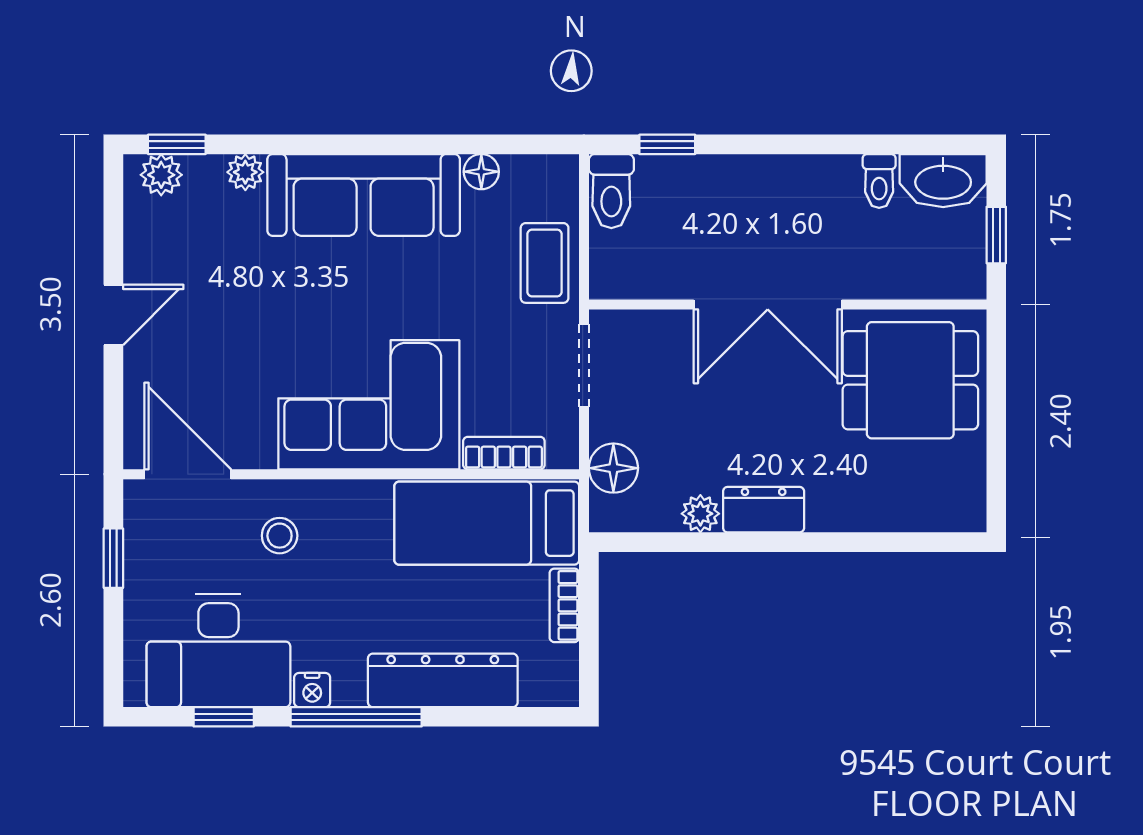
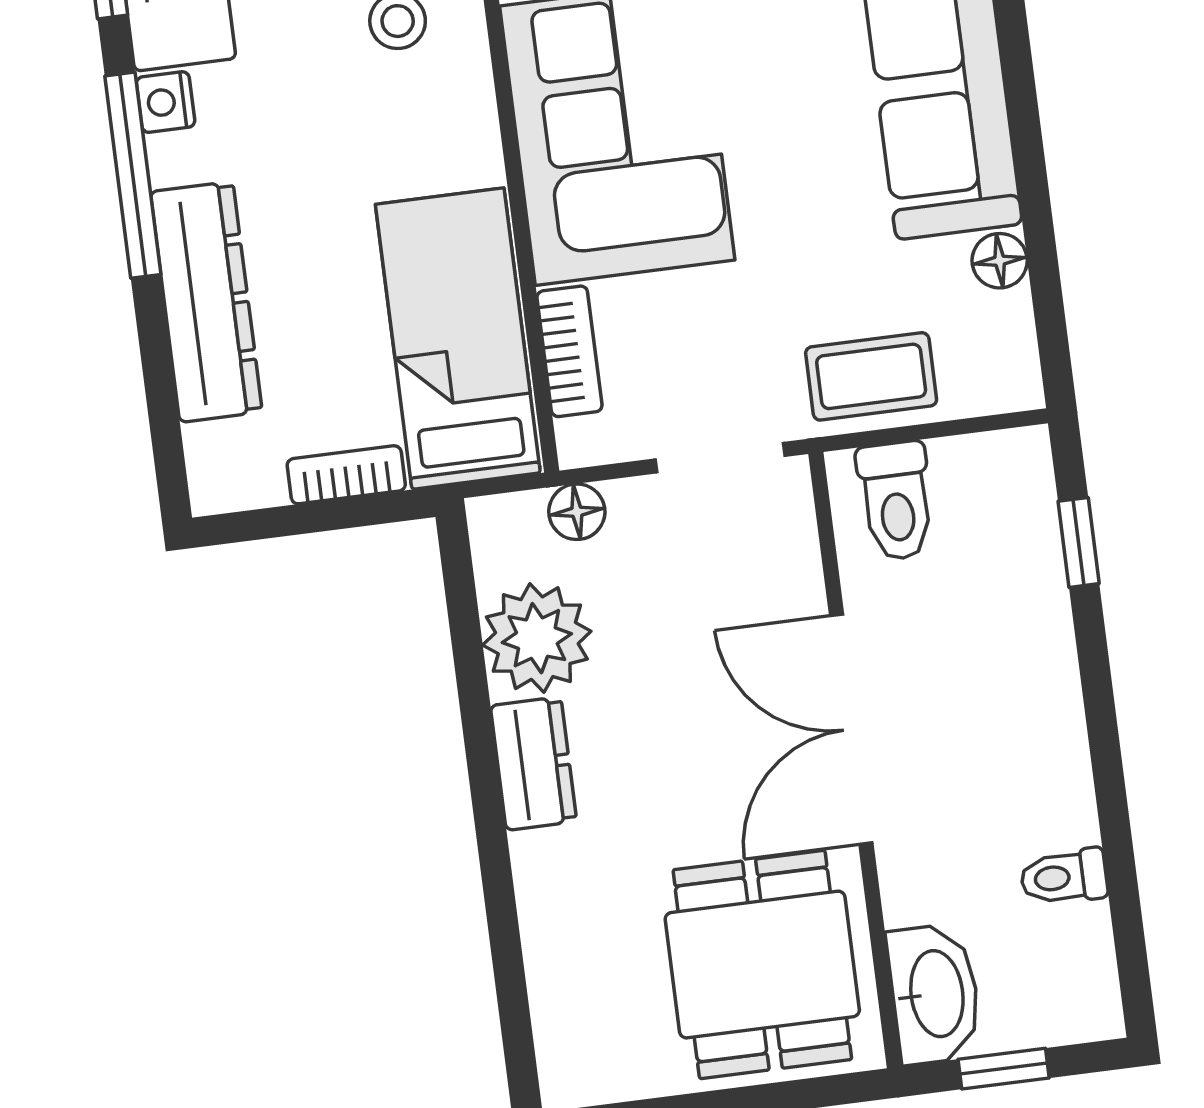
washbasin: (943, 181) -> (934, 994), moved, turned 180
toilet: (611, 191) -> (896, 501), moved, turned -90
floor lamp: (613, 468) -> (577, 512), width x0.73, depth x0.73
plant: (700, 514) -> (537, 638), width x1.88, depth x1.88

